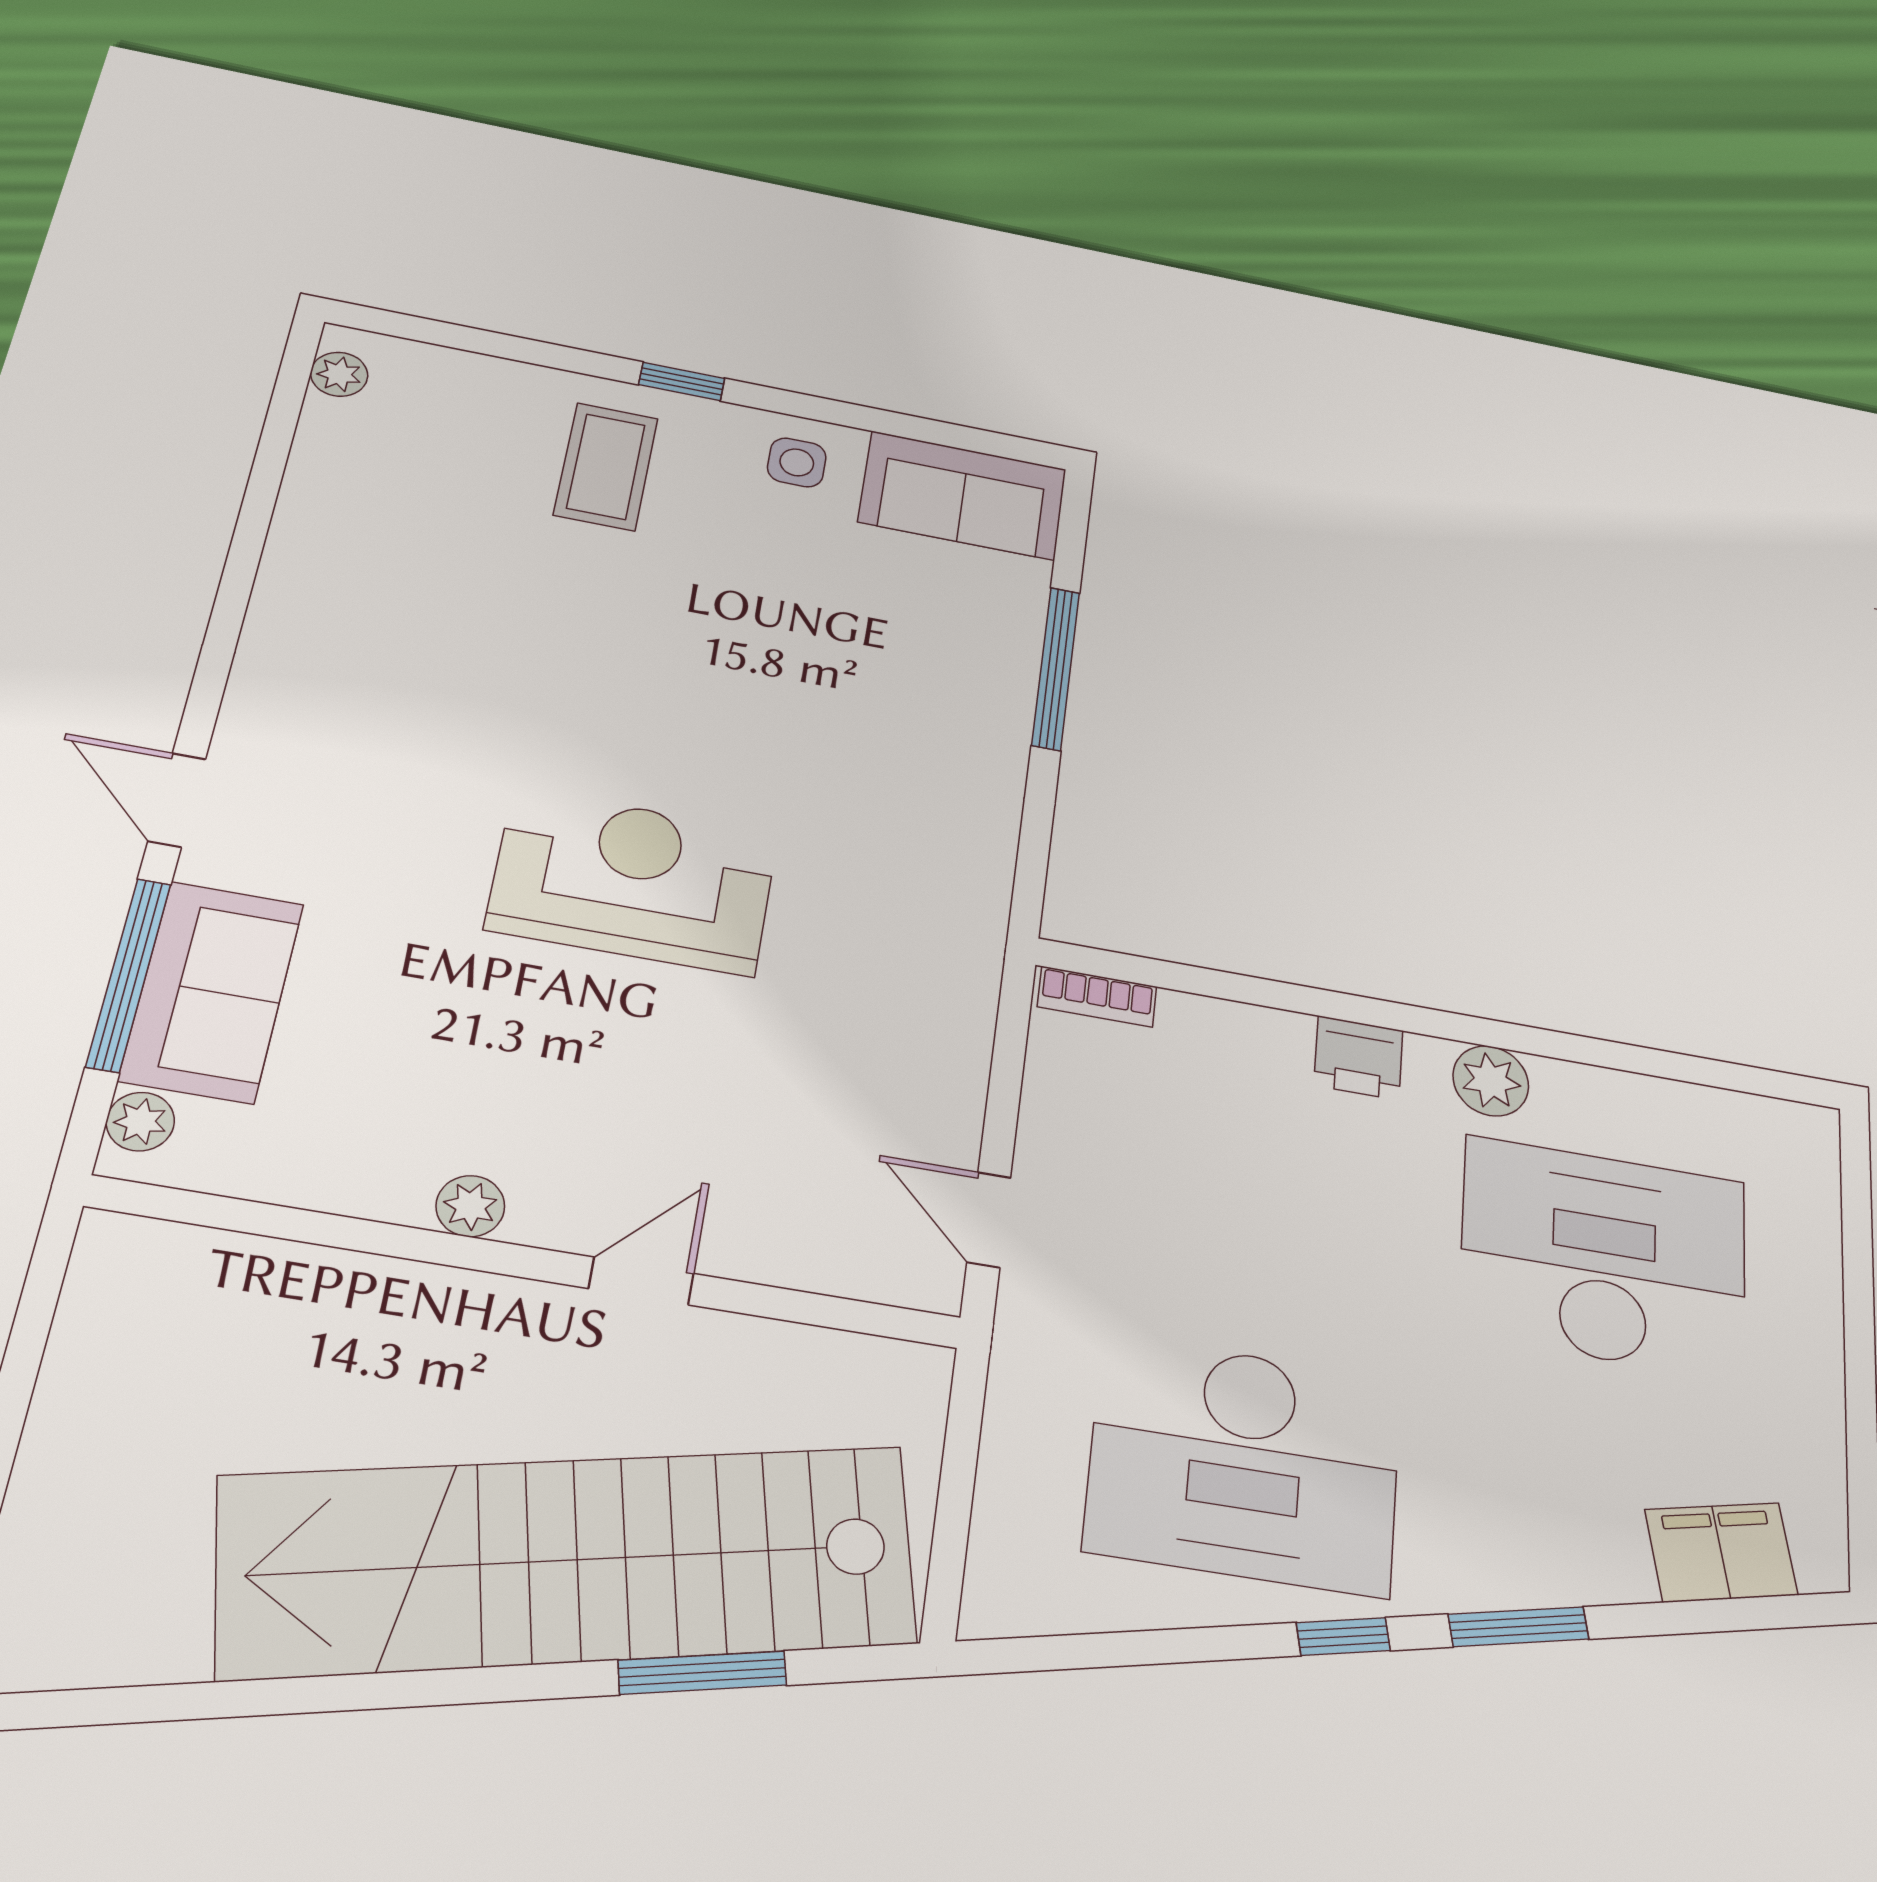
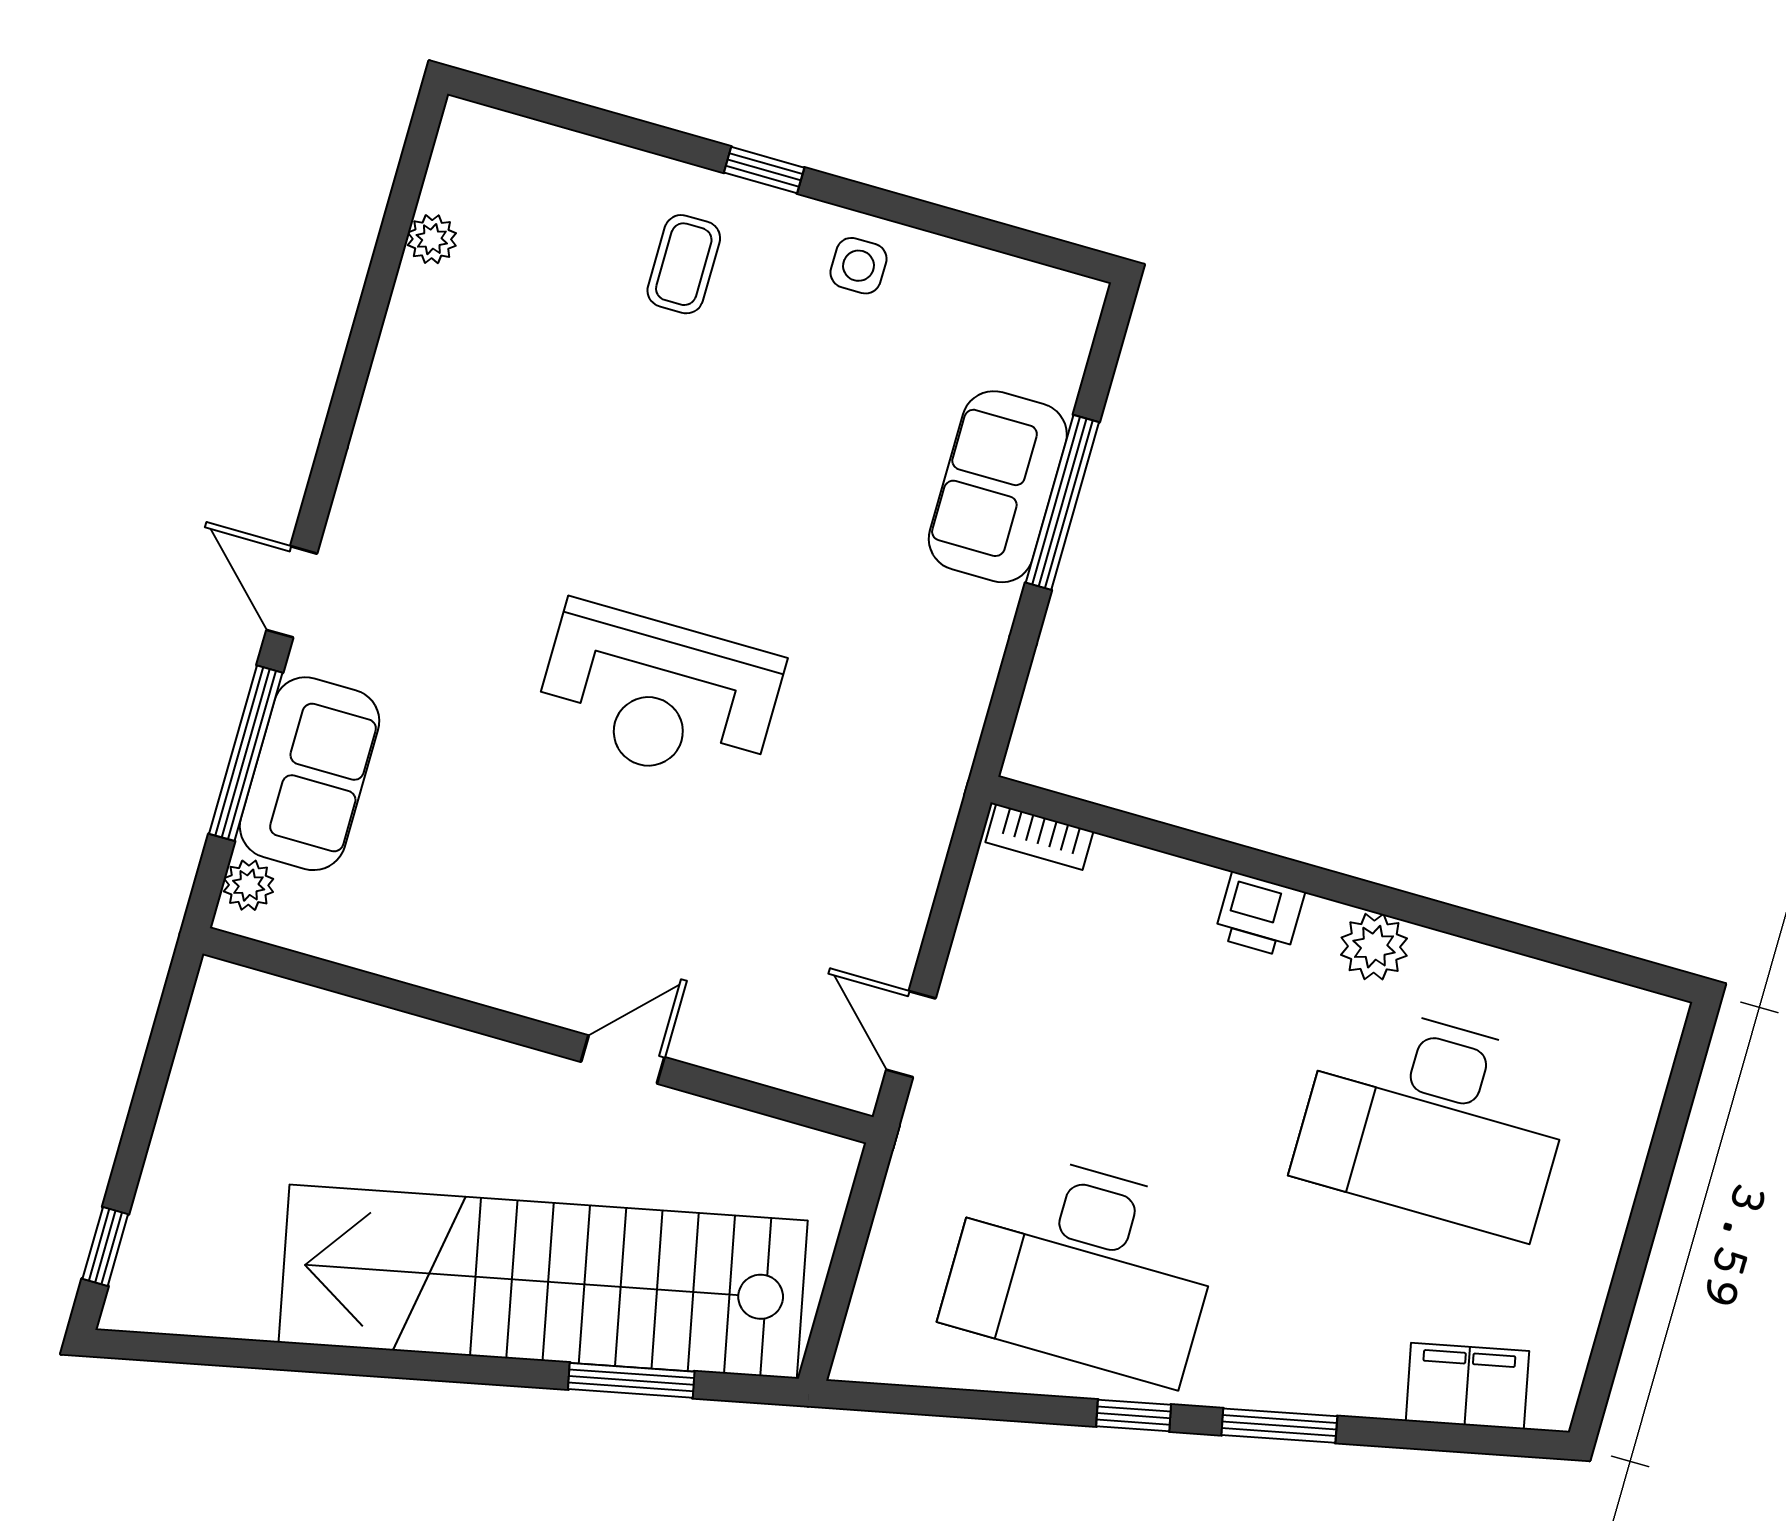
plant: (339, 374) -> (432, 239), moved
coffee table: (606, 467) -> (684, 264), width x0.73, depth x0.77
sofa: (963, 495) -> (998, 487), moved, turned 90
reception desk: (633, 881) -> (659, 696), turned 180
plant: (470, 1206) -> (496, 982), removed
desk: (1604, 1257) -> (1434, 1120), turned 180

